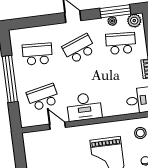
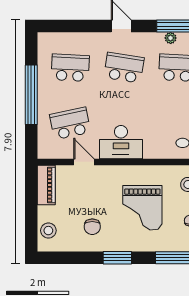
school desk: (79, 49) -> (124, 68), turned 30
piano: (31, 147) -> (46, 185), added

